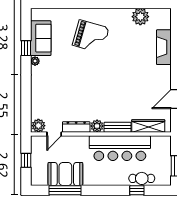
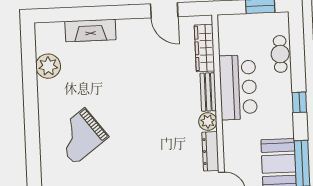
grand piano: (91, 37) -> (80, 136), turned -143
bar counter: (120, 148) -> (238, 87), width x0.73
window: (137, 190) -> (299, 102), moved

